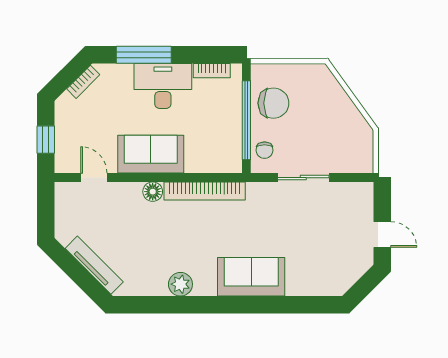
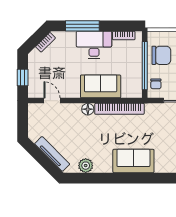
sofa: (151, 154) -> (101, 86), moved
sofa: (251, 277) -> (133, 161), moved
plant: (180, 284) -> (86, 166), moved

